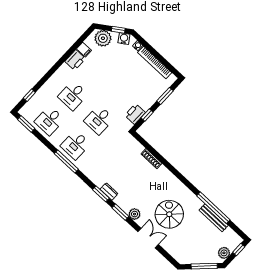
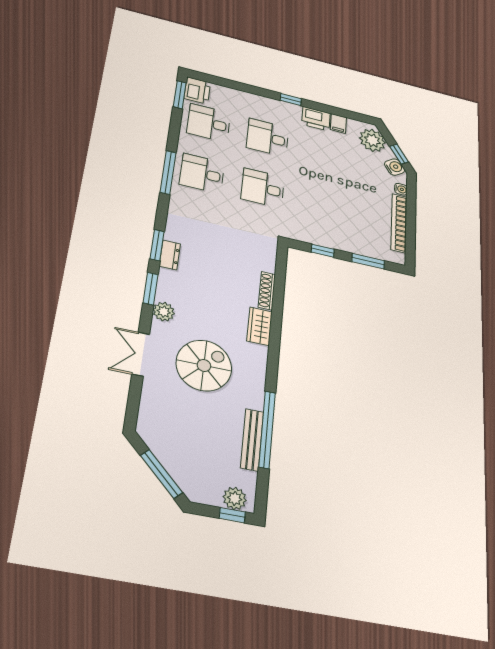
window: (29, 95) -> (291, 100), moved
printer: (135, 114) -> (197, 91), moved, turned 90
wardrobe: (166, 175) -> (260, 326), added
double door: (148, 238) -> (141, 354), swing flipped
plant: (224, 253) -> (235, 498), moved

